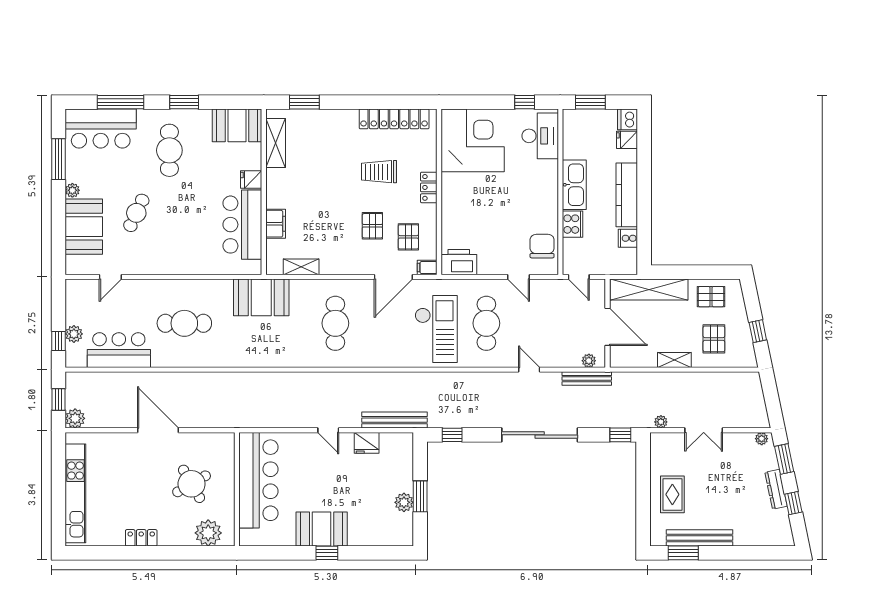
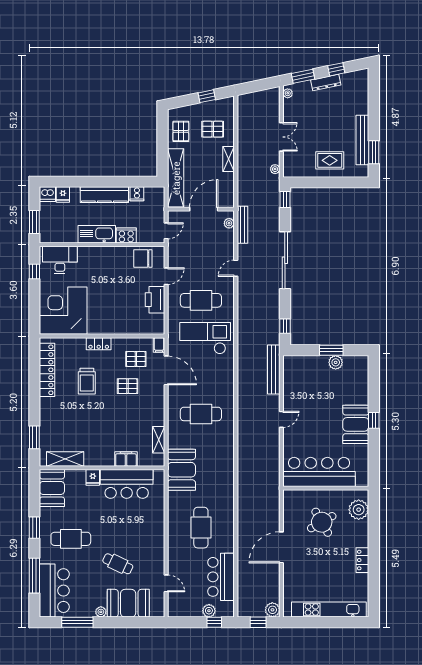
printer: (459, 262) -> (155, 300), moved
fridge: (367, 443) -> (291, 391), removed

